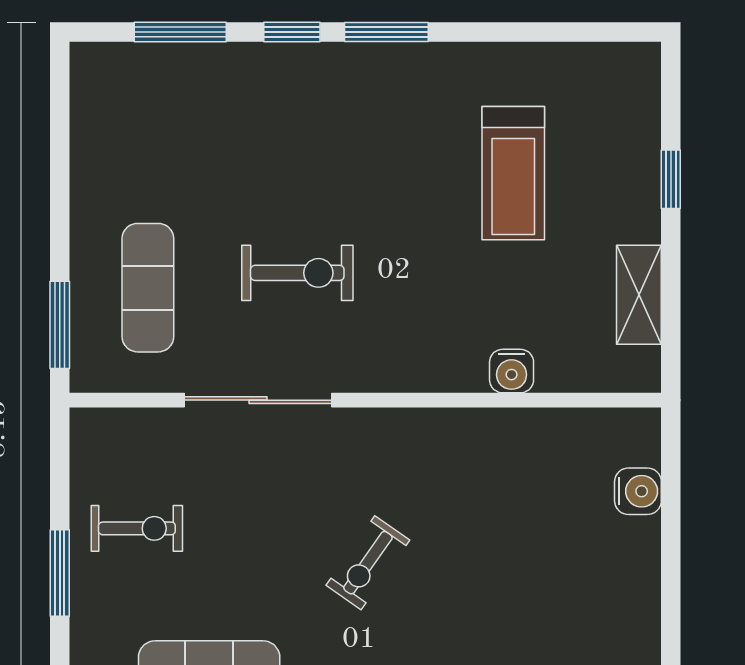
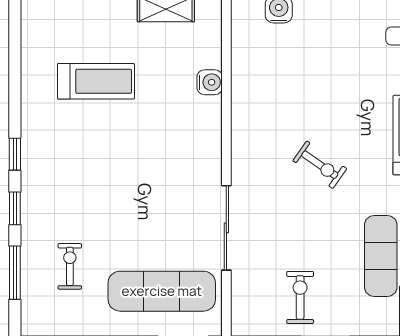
window: (386, 32) -> (15, 154), width x0.67
exercise bike: (297, 273) -> (70, 266), moved, width x0.73, depth x0.72
exercise mat: (148, 288) -> (162, 291), width x1.36, depth x1.45

